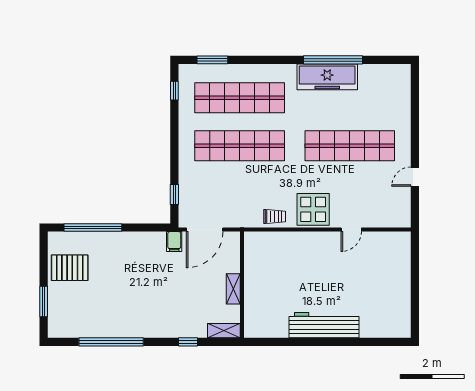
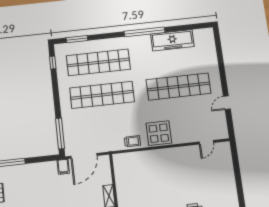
window: (333, 60) -> (144, 32), moved
freezer: (327, 77) -> (172, 40), moved
window: (174, 194) -> (60, 133), width x2.17
door: (351, 230) -> (206, 142), moved

